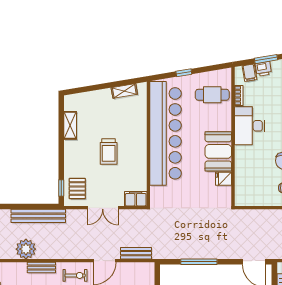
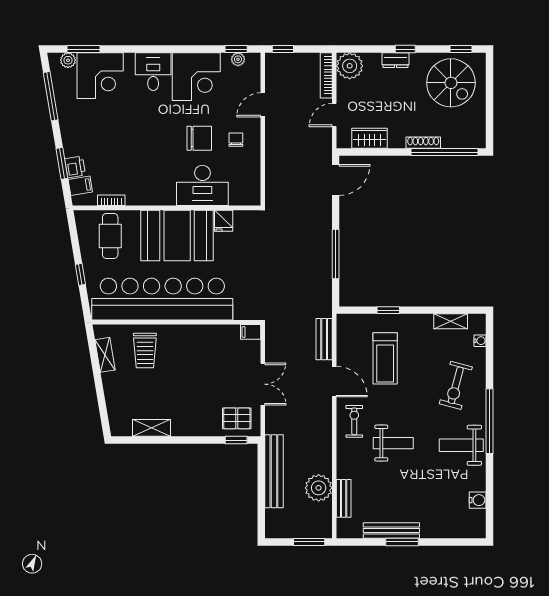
desk: (250, 126) -> (202, 185), moved
booth: (218, 151) -> (177, 235), width x1.36, depth x1.42
trolley: (109, 152) -> (145, 350), moved, turned 90
filing cabinet: (136, 199) -> (251, 332), width x0.50
bench: (41, 268) -> (344, 498), moved

